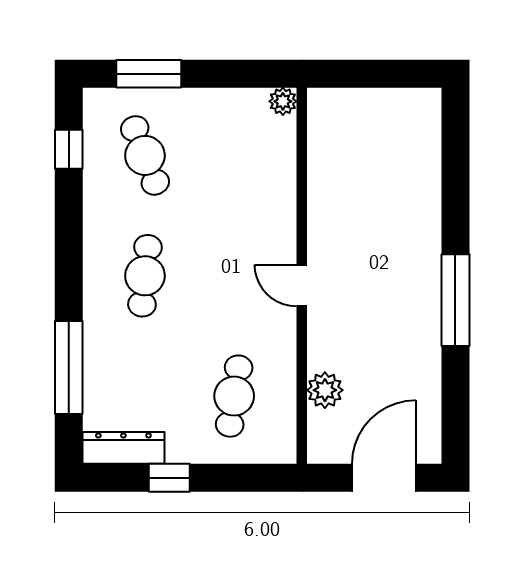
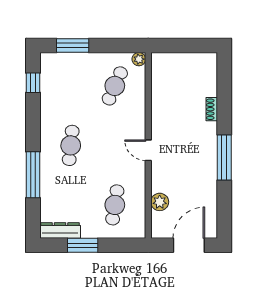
cafe table: (145, 155) -> (115, 86), moved, turned 45
shoe rack: (430, 203) -> (212, 109), added
window: (69, 367) -> (33, 175), moved
window: (169, 478) -> (83, 245), width x1.50

